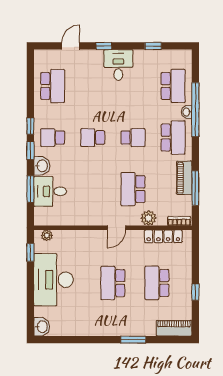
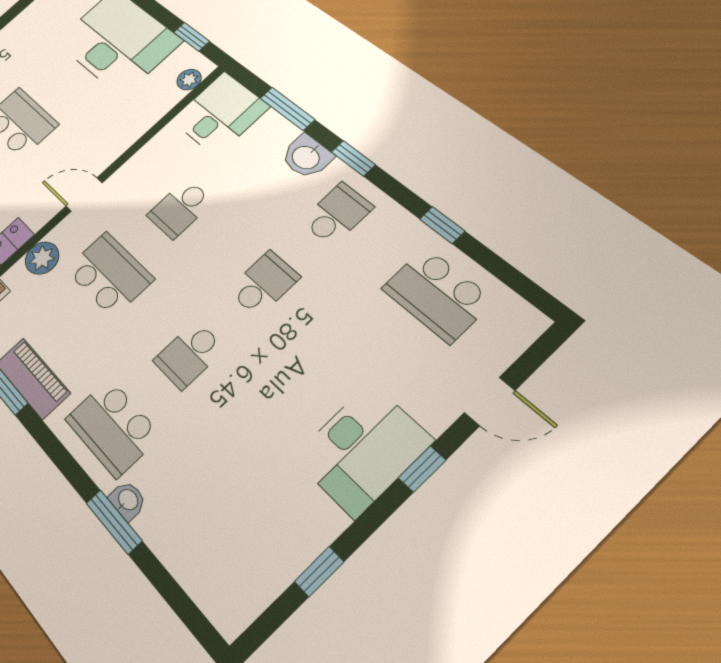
door: (71, 46) -> (490, 401), hinge flipped
desk: (118, 65) -> (363, 449), width x1.37
school desk: (173, 86) -> (180, 208), moved, width x0.54
window: (195, 110) -> (114, 522), width x0.47
window: (30, 126) -> (442, 225), moved
desk: (50, 191) -> (220, 113), moved
door: (116, 228) -> (84, 195), hinge flipped

